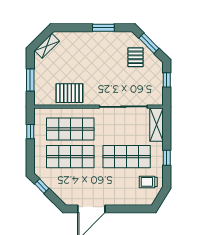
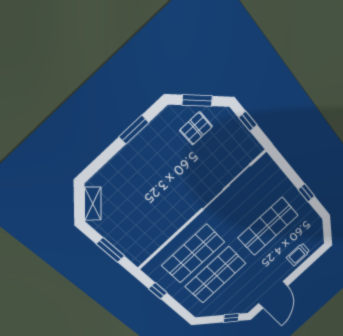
pallet: (135, 57) -> (196, 128), turned 90
pallet: (69, 93) -> (162, 225), removed
shelving: (156, 125) -> (273, 173), removed
trolley: (148, 182) -> (298, 255), moved
window: (42, 186) -> (231, 318), moved

